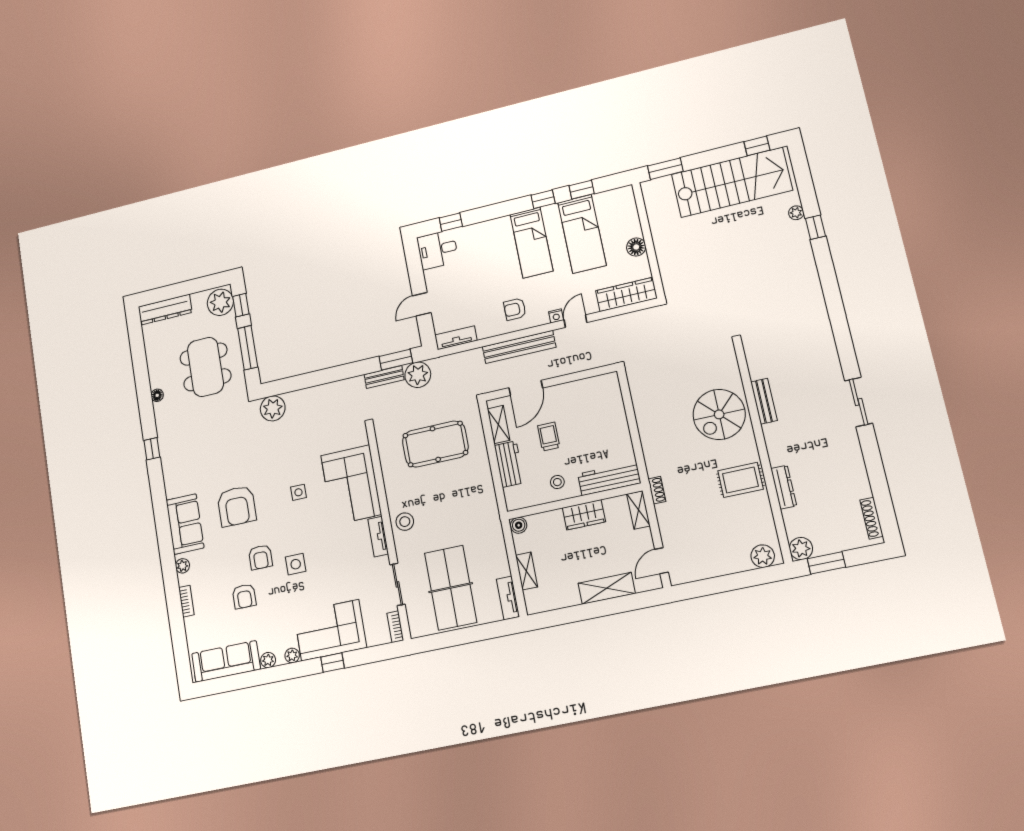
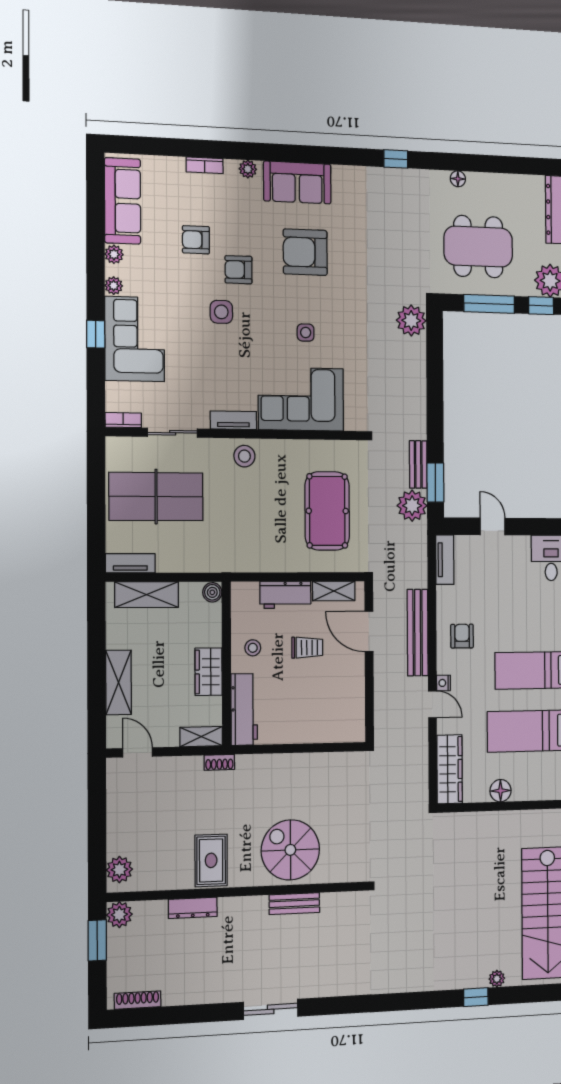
shelving: (527, 571) -> (147, 595), width x1.50, depth x1.33

